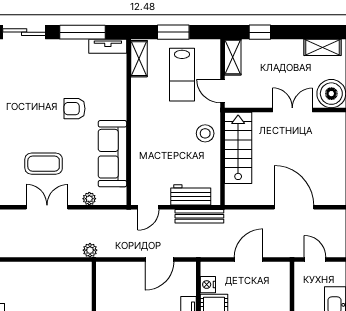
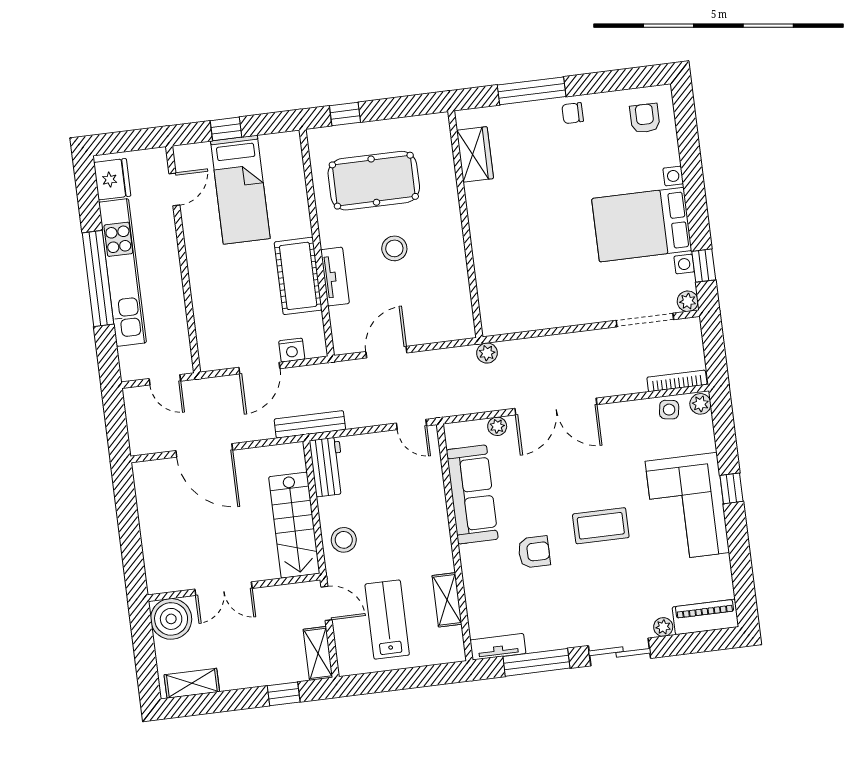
window: (173, 32) -> (407, 678), removed
shelving: (139, 59) -> (447, 600), moved
coffee table: (44, 164) -> (601, 526), moved
workbench: (191, 195) -> (327, 467), moved, turned -90
double door: (47, 207) -> (556, 407), width x1.37
door: (148, 207) -> (412, 425), swing flipped
bench: (199, 216) -> (310, 424), moved
nightstand: (208, 285) -> (292, 350), moved, turned 90

